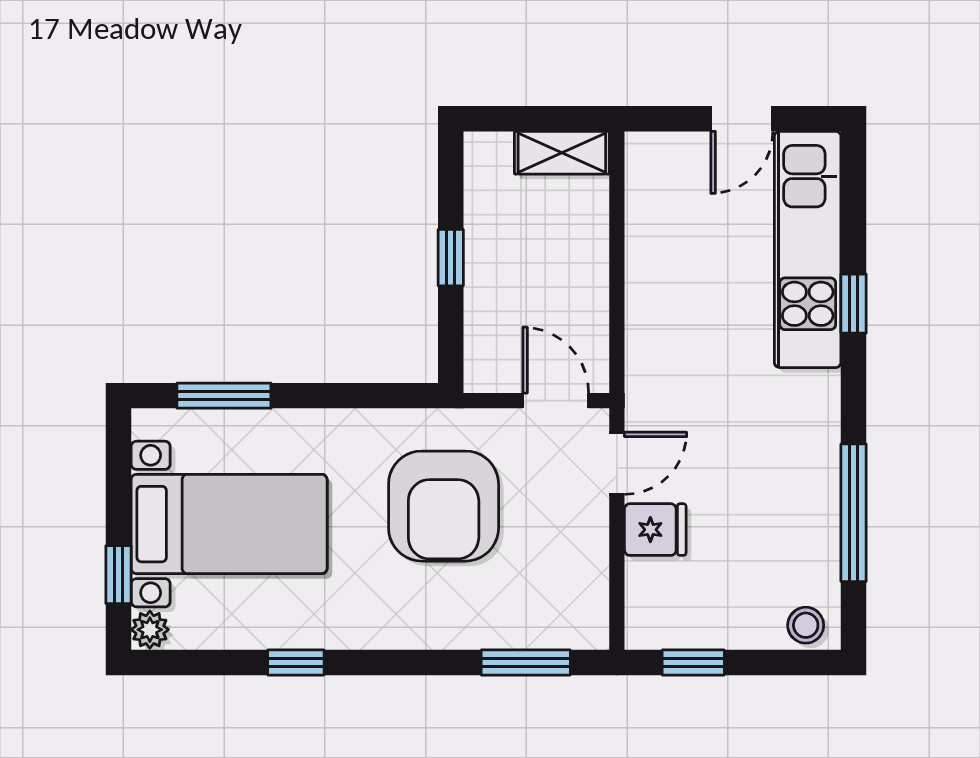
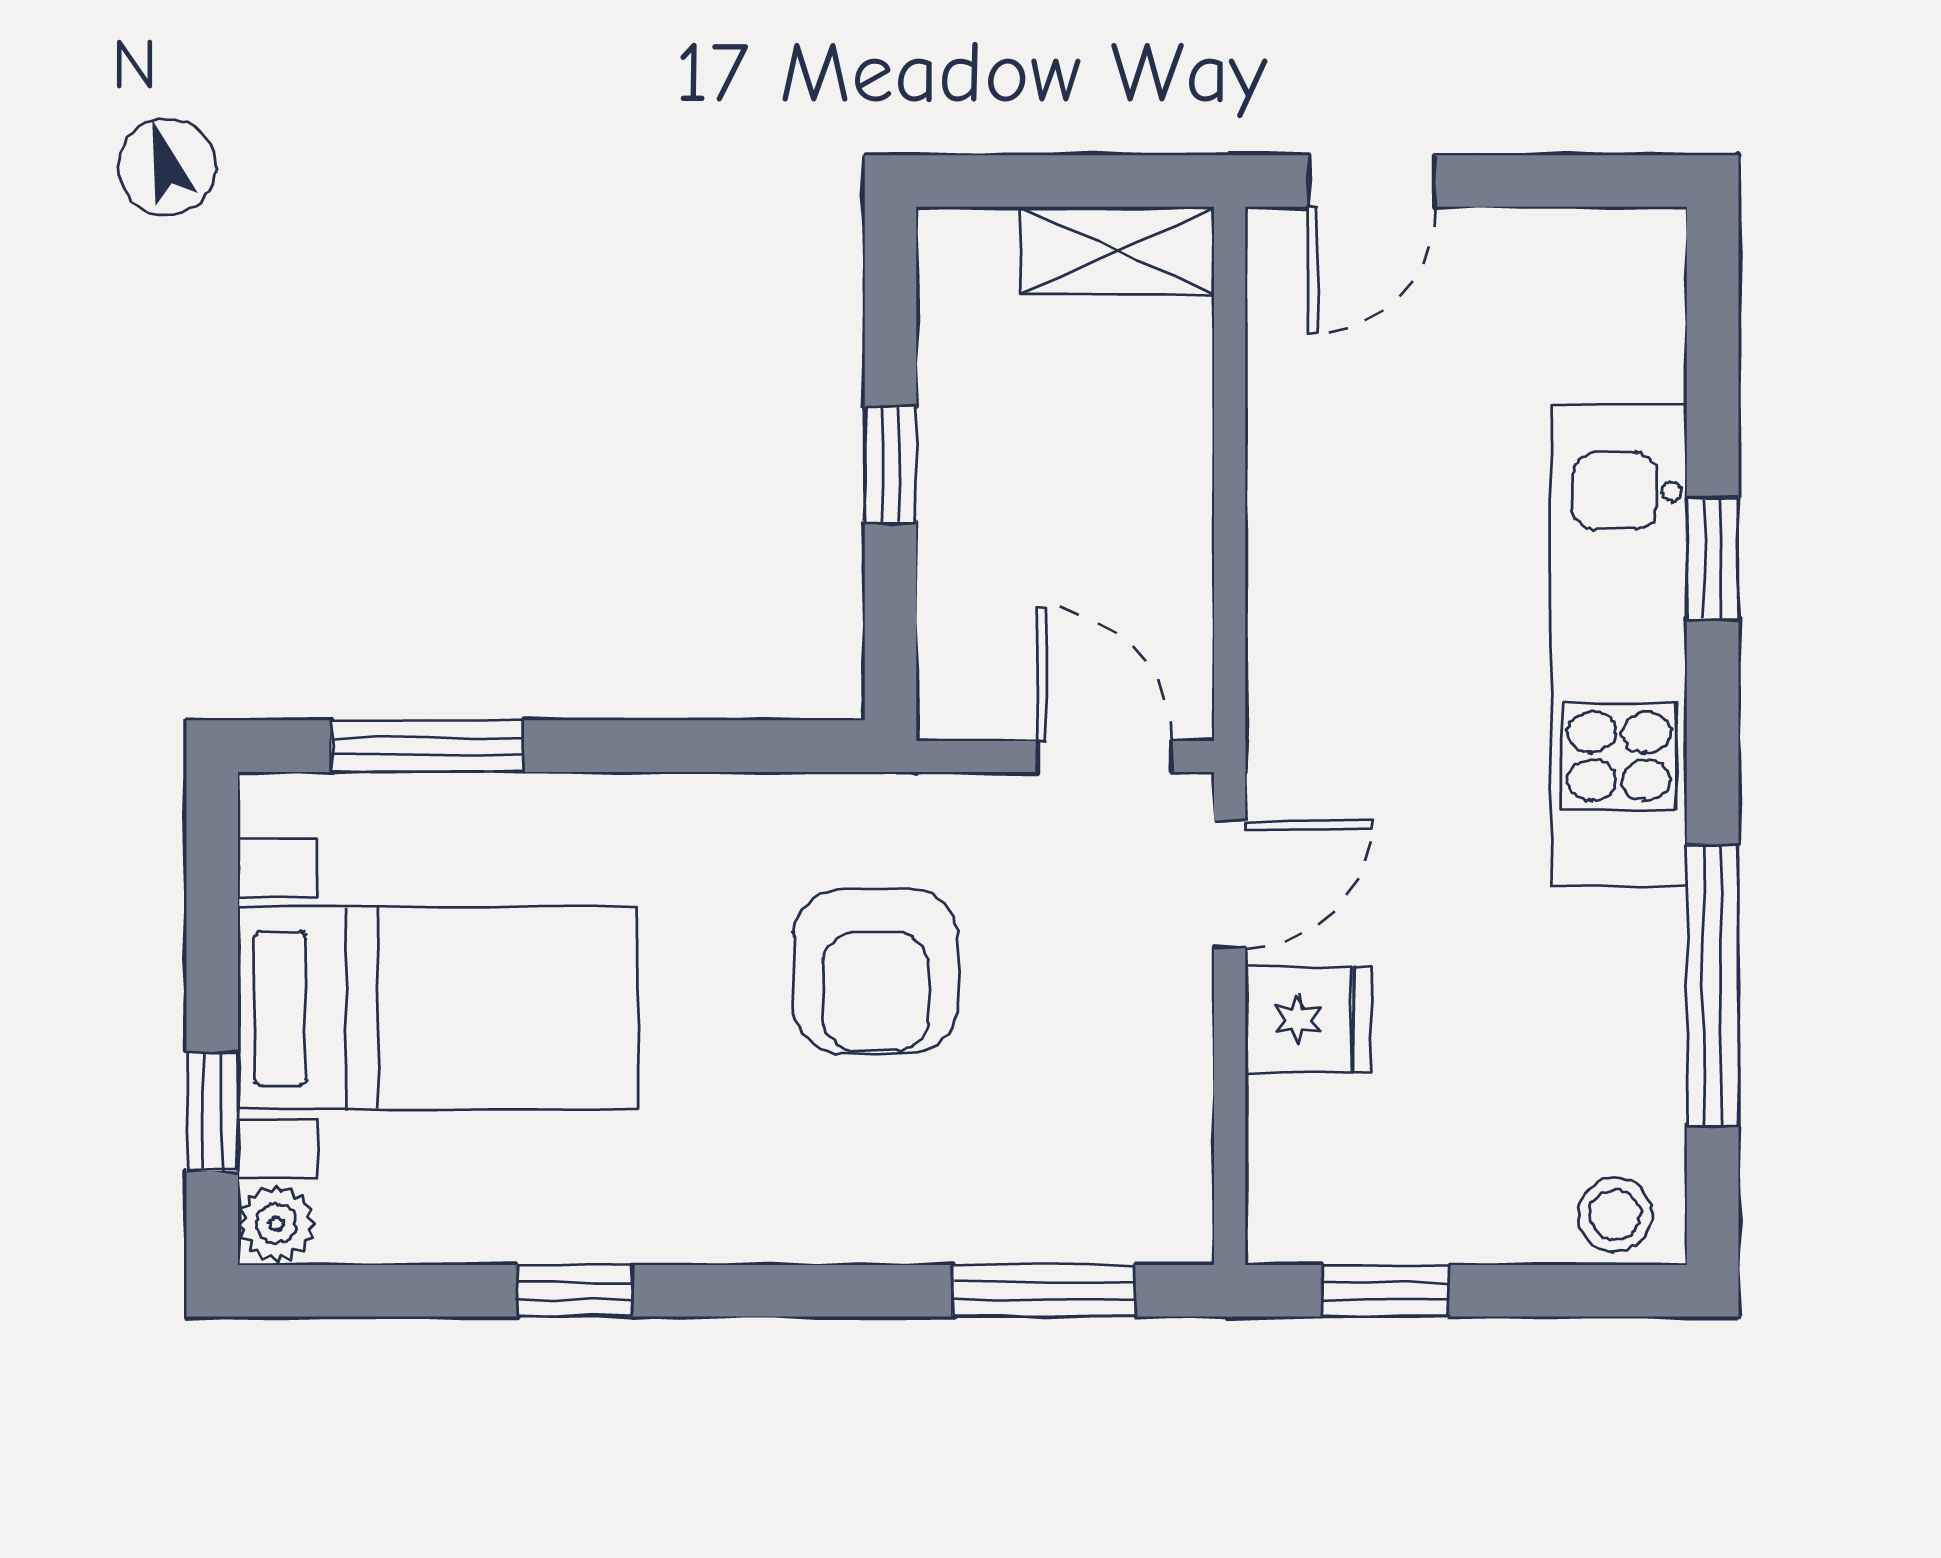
door: (742, 119) -> (1372, 181), moved
kitchen unit: (808, 249) -> (1619, 645), moved
armchair: (444, 506) -> (876, 972), width x0.73, depth x0.73

